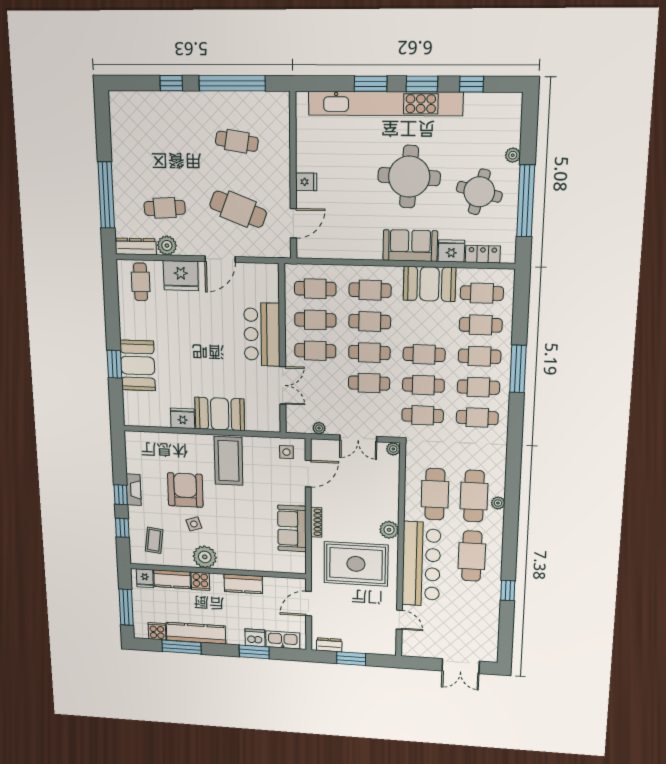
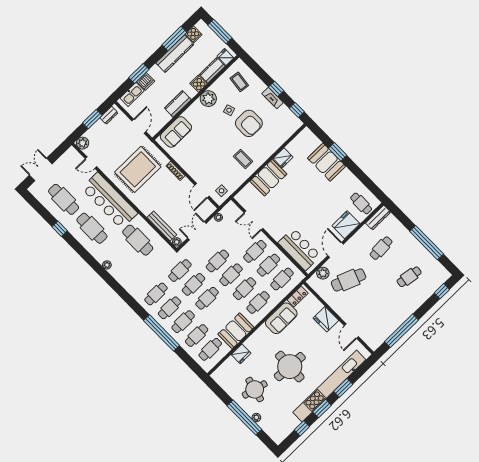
window: (171, 83) -> (442, 291), moved
cafe table: (237, 141) -> (409, 277), moved
fridge: (306, 182) -> (326, 319), width x1.88, depth x1.34
window: (106, 195) -> (427, 243), moved
window: (526, 201) -> (244, 418), moved
door: (293, 223) -> (351, 331), moved
plant: (167, 246) -> (323, 273), moved
sofa: (410, 246) -> (281, 318), moved
locker: (483, 254) -> (298, 296), moved
bar counter: (262, 334) -> (299, 249), moved
window: (518, 369) -> (162, 333), width x1.46
coffee table: (229, 461) -> (243, 159), width x0.54, depth x0.58
bench: (392, 482) -> (162, 226), added
cafe table: (474, 496) -> (64, 199), moved
window: (122, 528) -> (297, 110), moved
sofa: (292, 528) -> (176, 132), moved, turned 90
plant: (389, 530) -> (83, 143), moved

